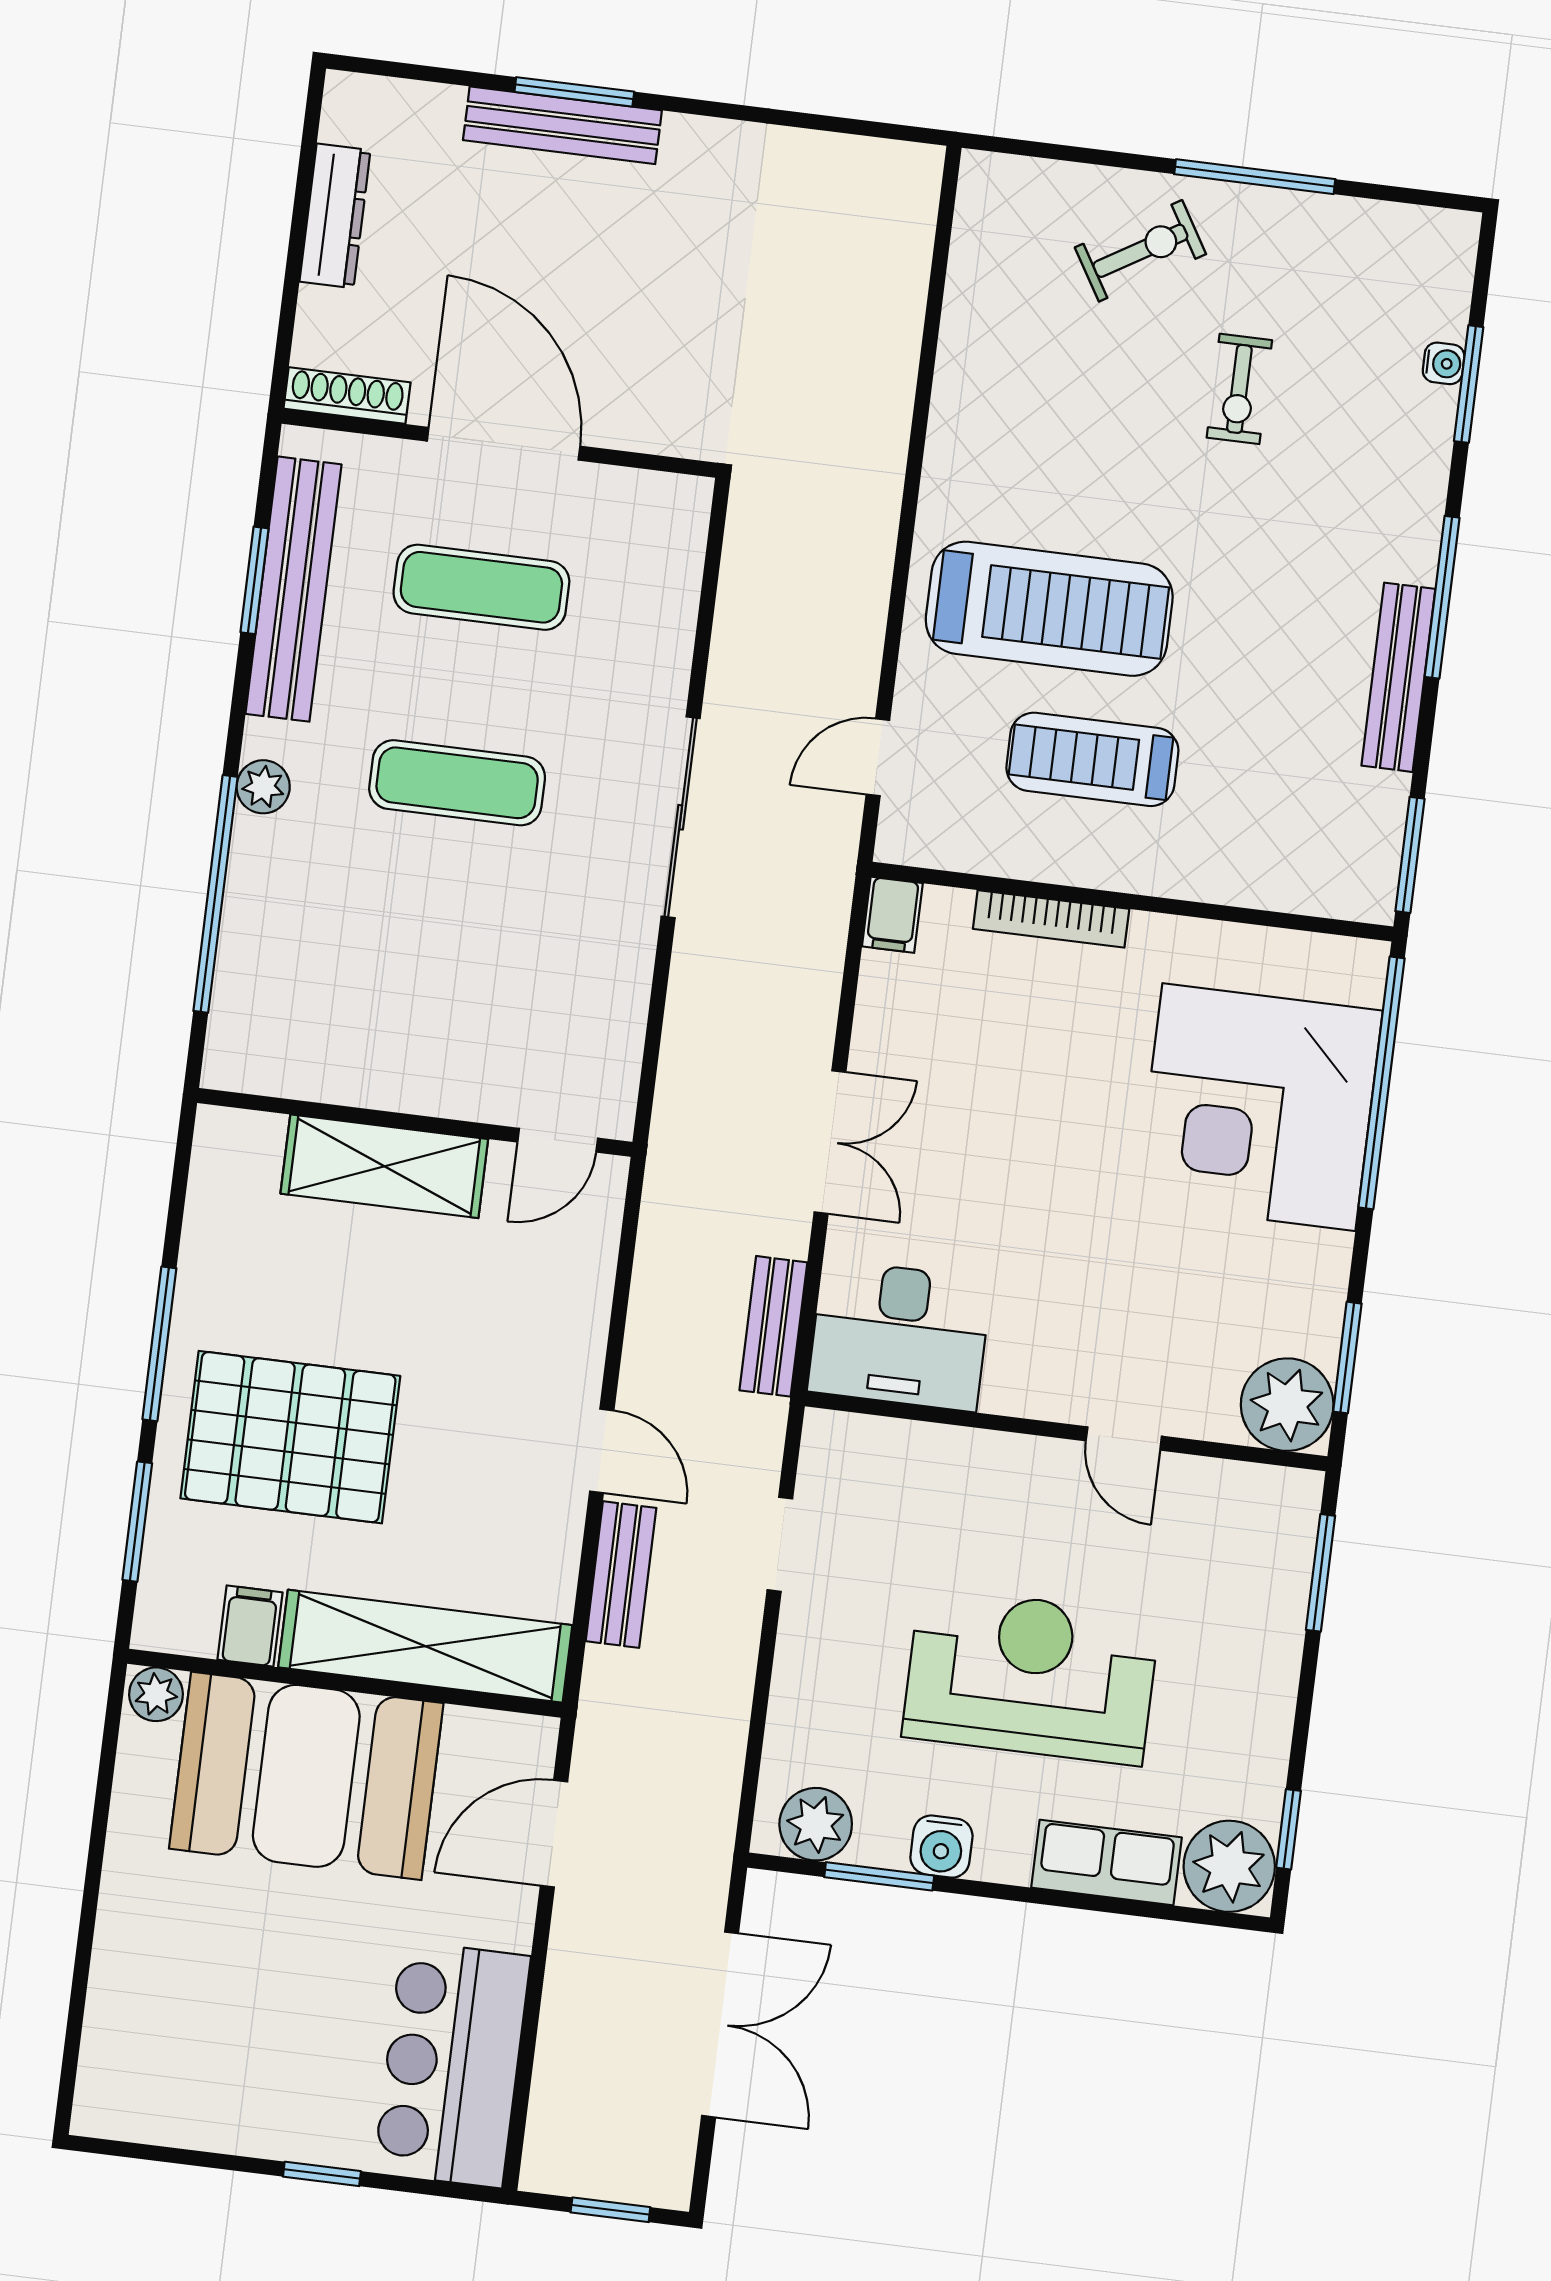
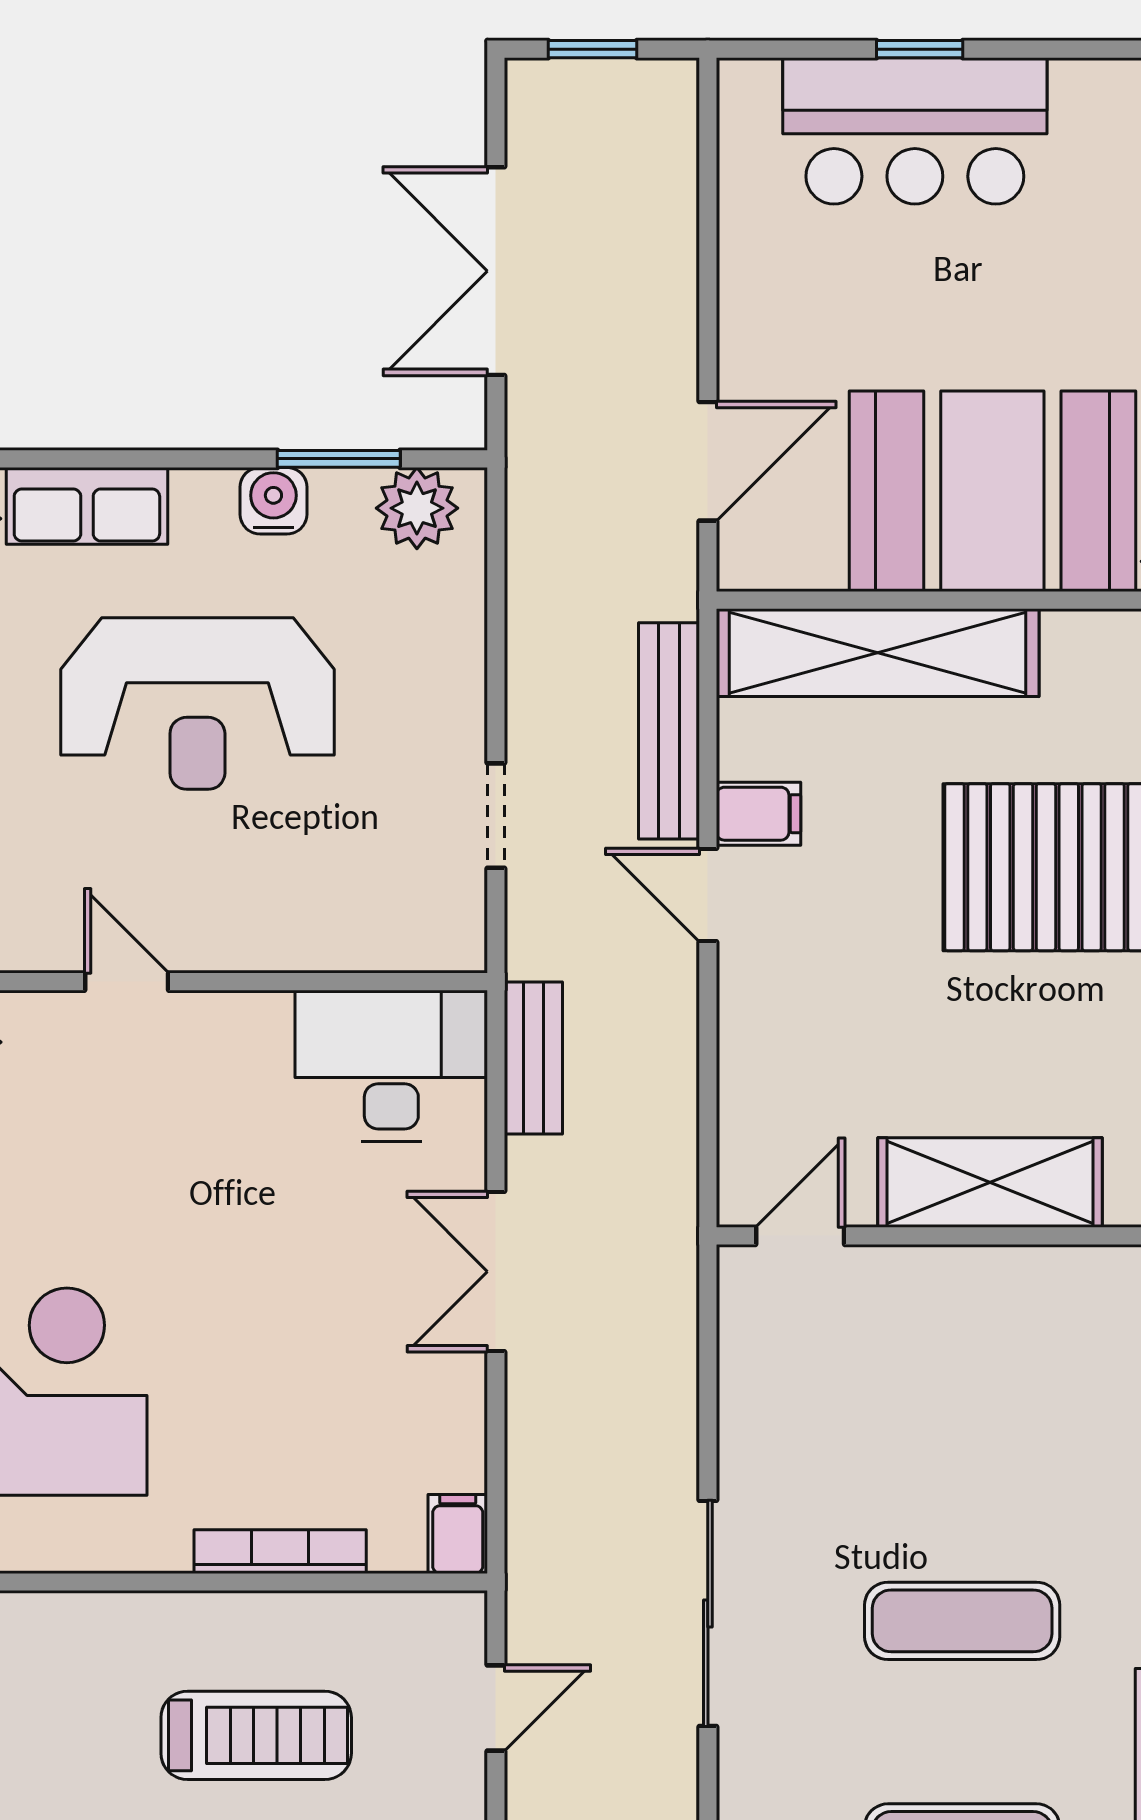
bench: (621, 1575) -> (669, 731), width x1.36
filing cabinet: (250, 1626) -> (758, 814), moved, turned -90
bar counter: (452, 2064) -> (915, 131), moved, turned 90

